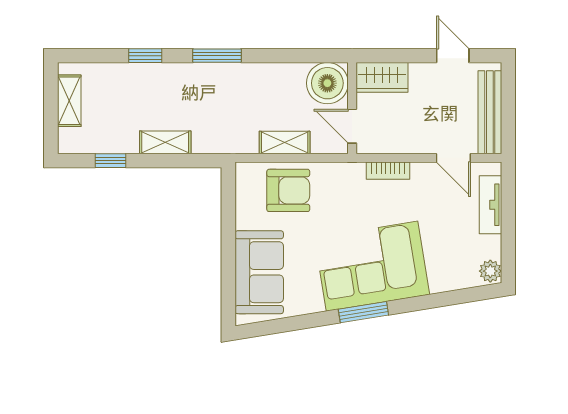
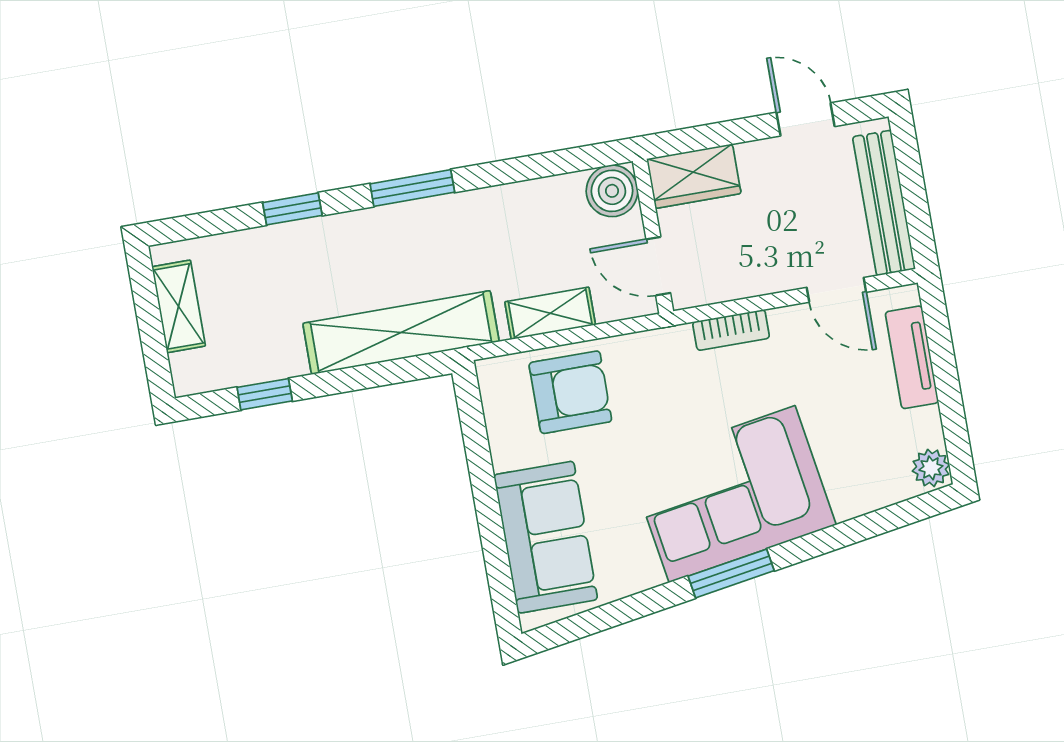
boiler: (327, 83) -> (612, 191), width x0.73, depth x0.73
shelving: (165, 142) -> (401, 332), width x2.20, depth x1.33

